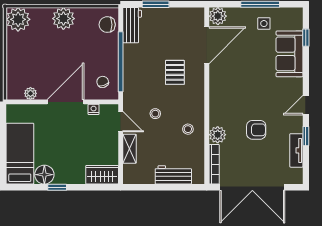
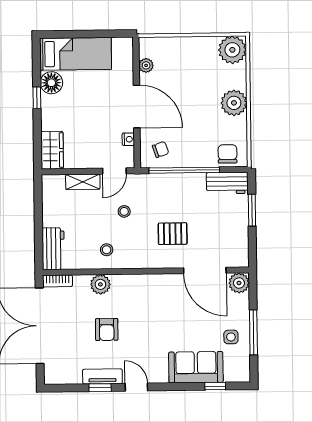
tv unit: (296, 150) -> (102, 376), moved
bookcase: (214, 164) -> (58, 281), width x0.64
workbench: (173, 175) -> (53, 249), moved

